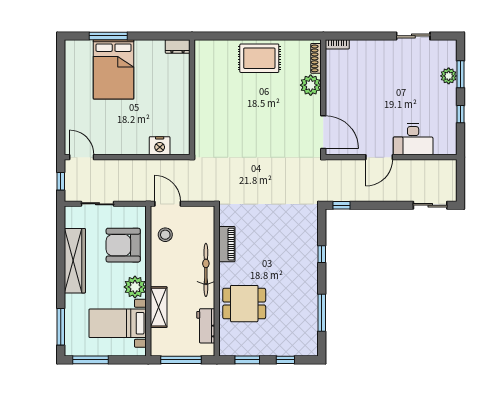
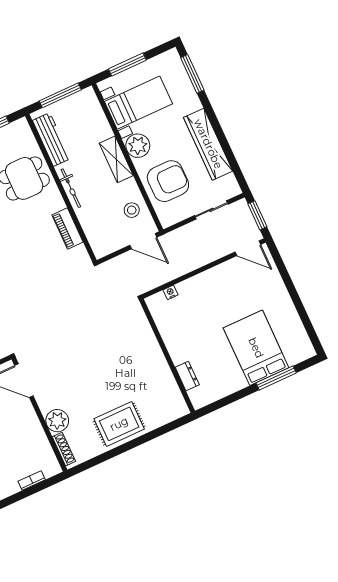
bookcase: (337, 44) -> (32, 481), moved
dresser: (177, 46) -> (187, 376), moved, turned 90
nightstand: (160, 146) -> (171, 292), width x0.53, depth x0.56
window: (61, 181) -> (257, 215), width x1.50
bicycle: (206, 270) -> (71, 188), width x0.73, depth x0.71
shelving: (159, 307) -> (116, 159), moved
workbench: (206, 326) -> (52, 139), width x1.37
window: (90, 360) -> (127, 64), moved

